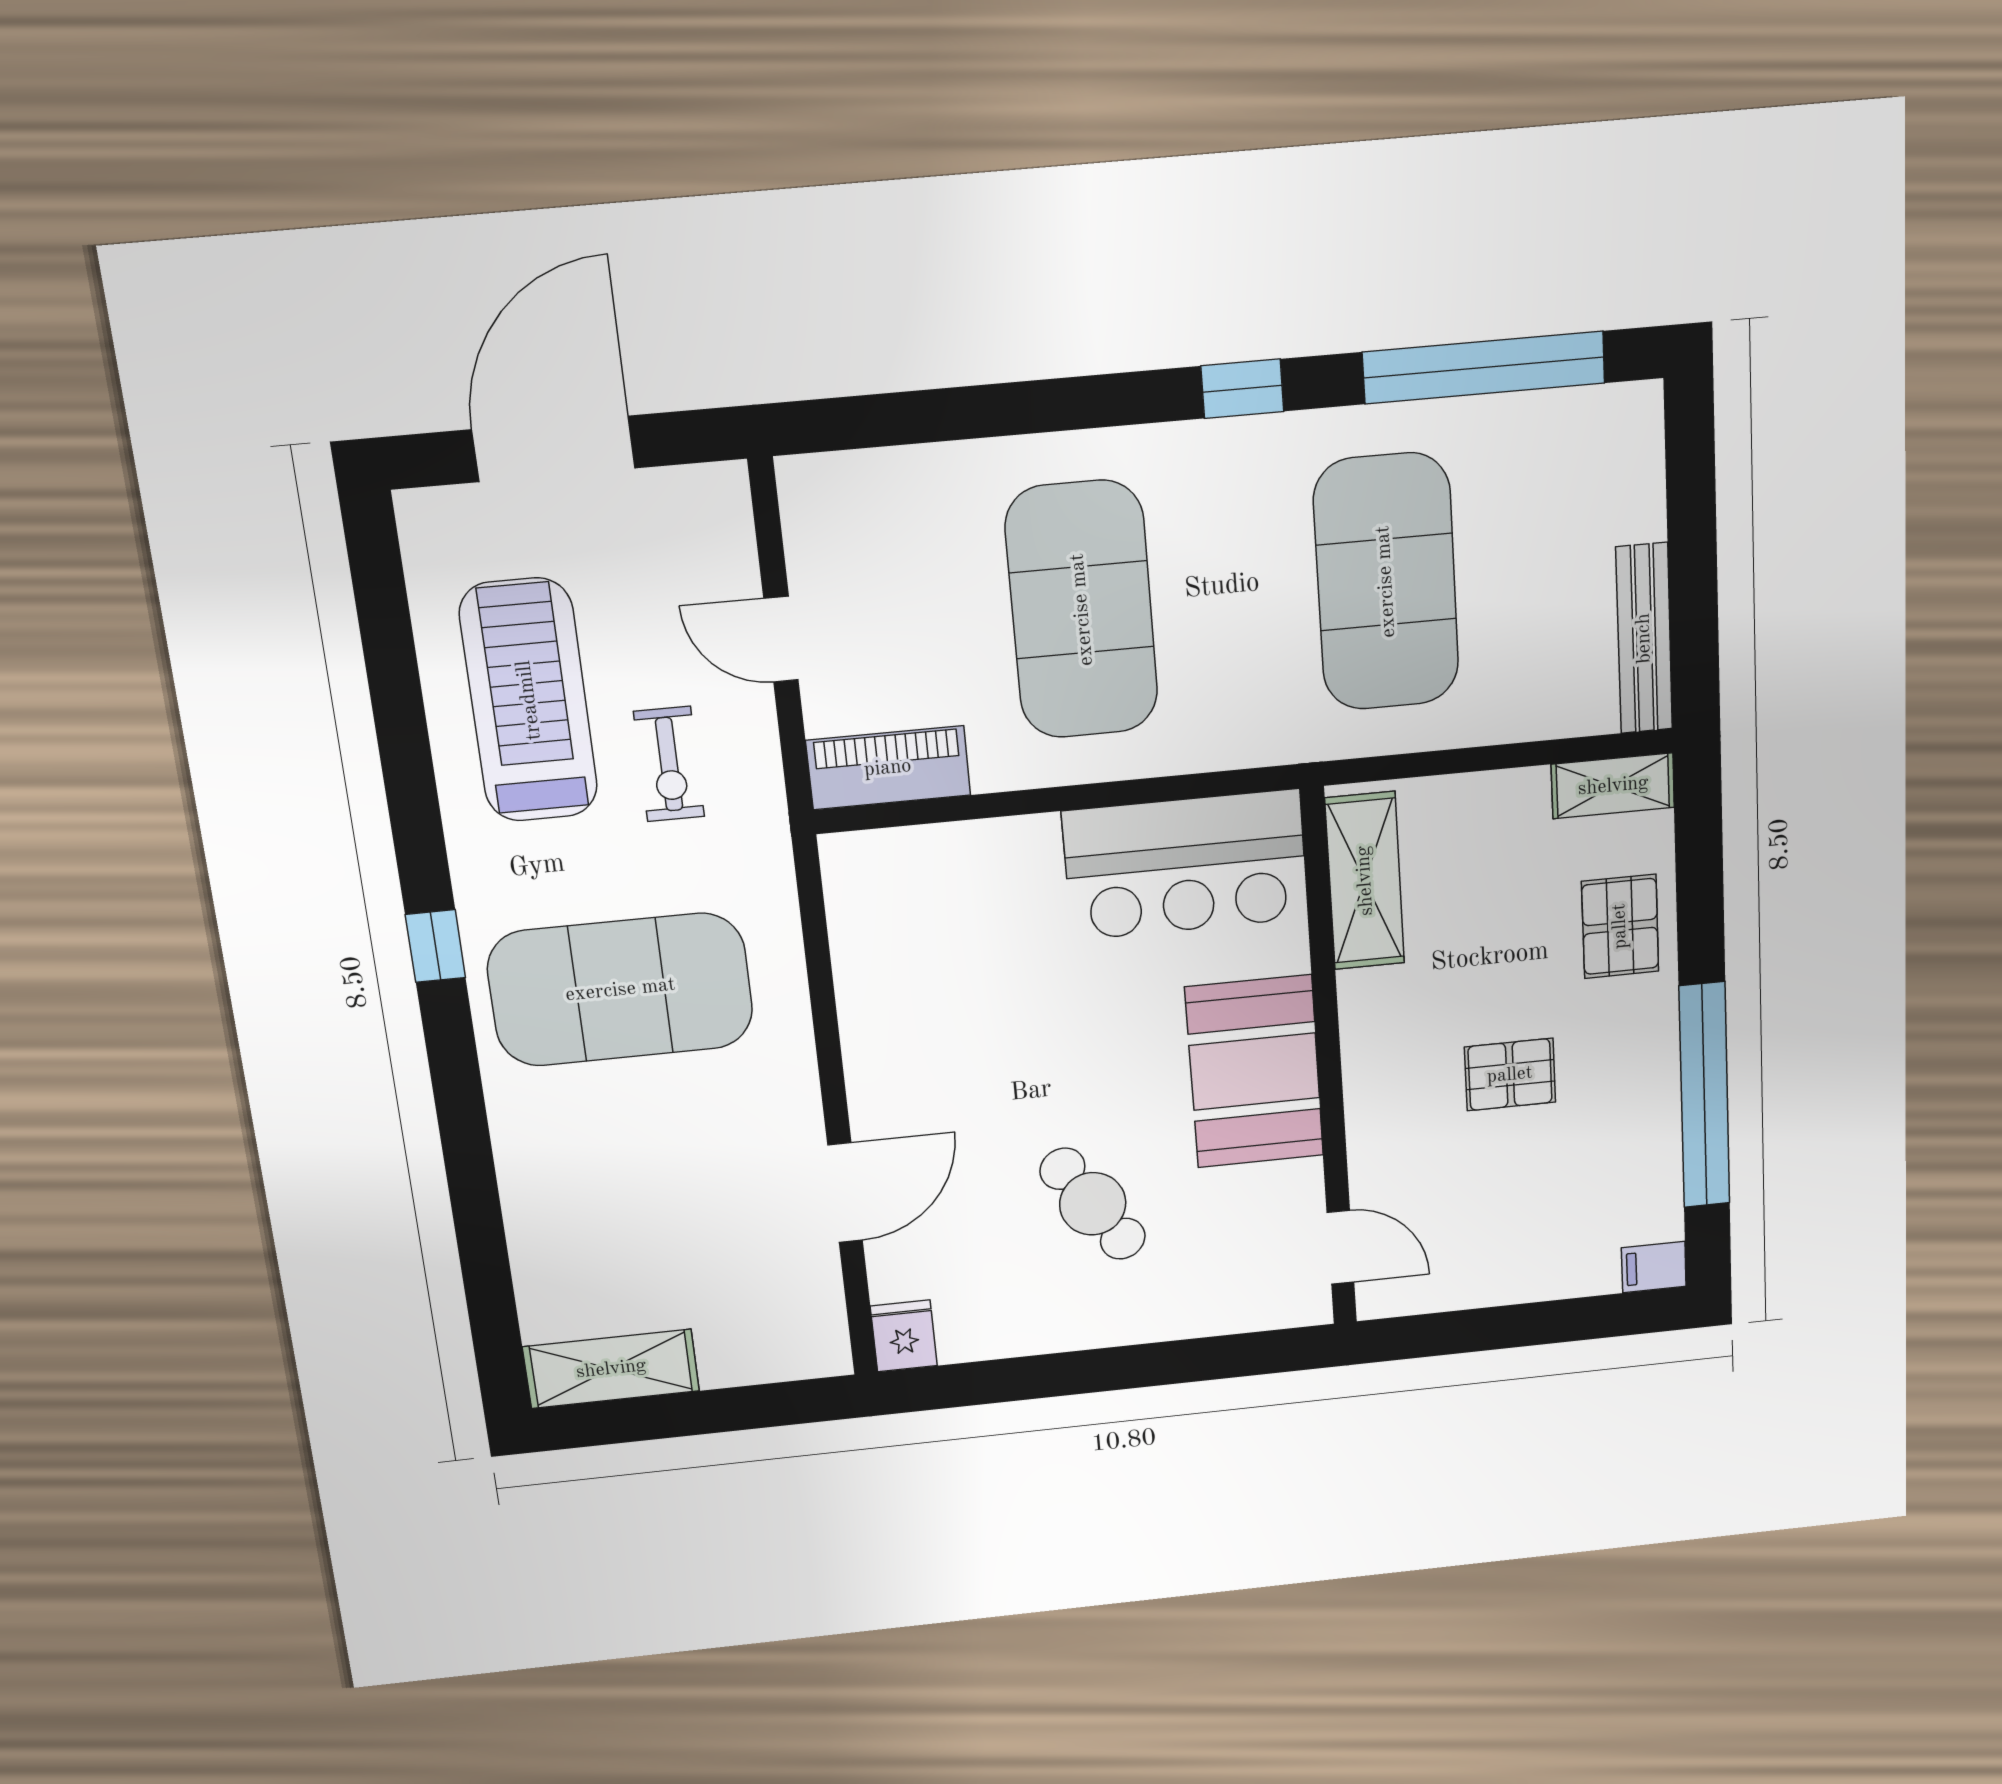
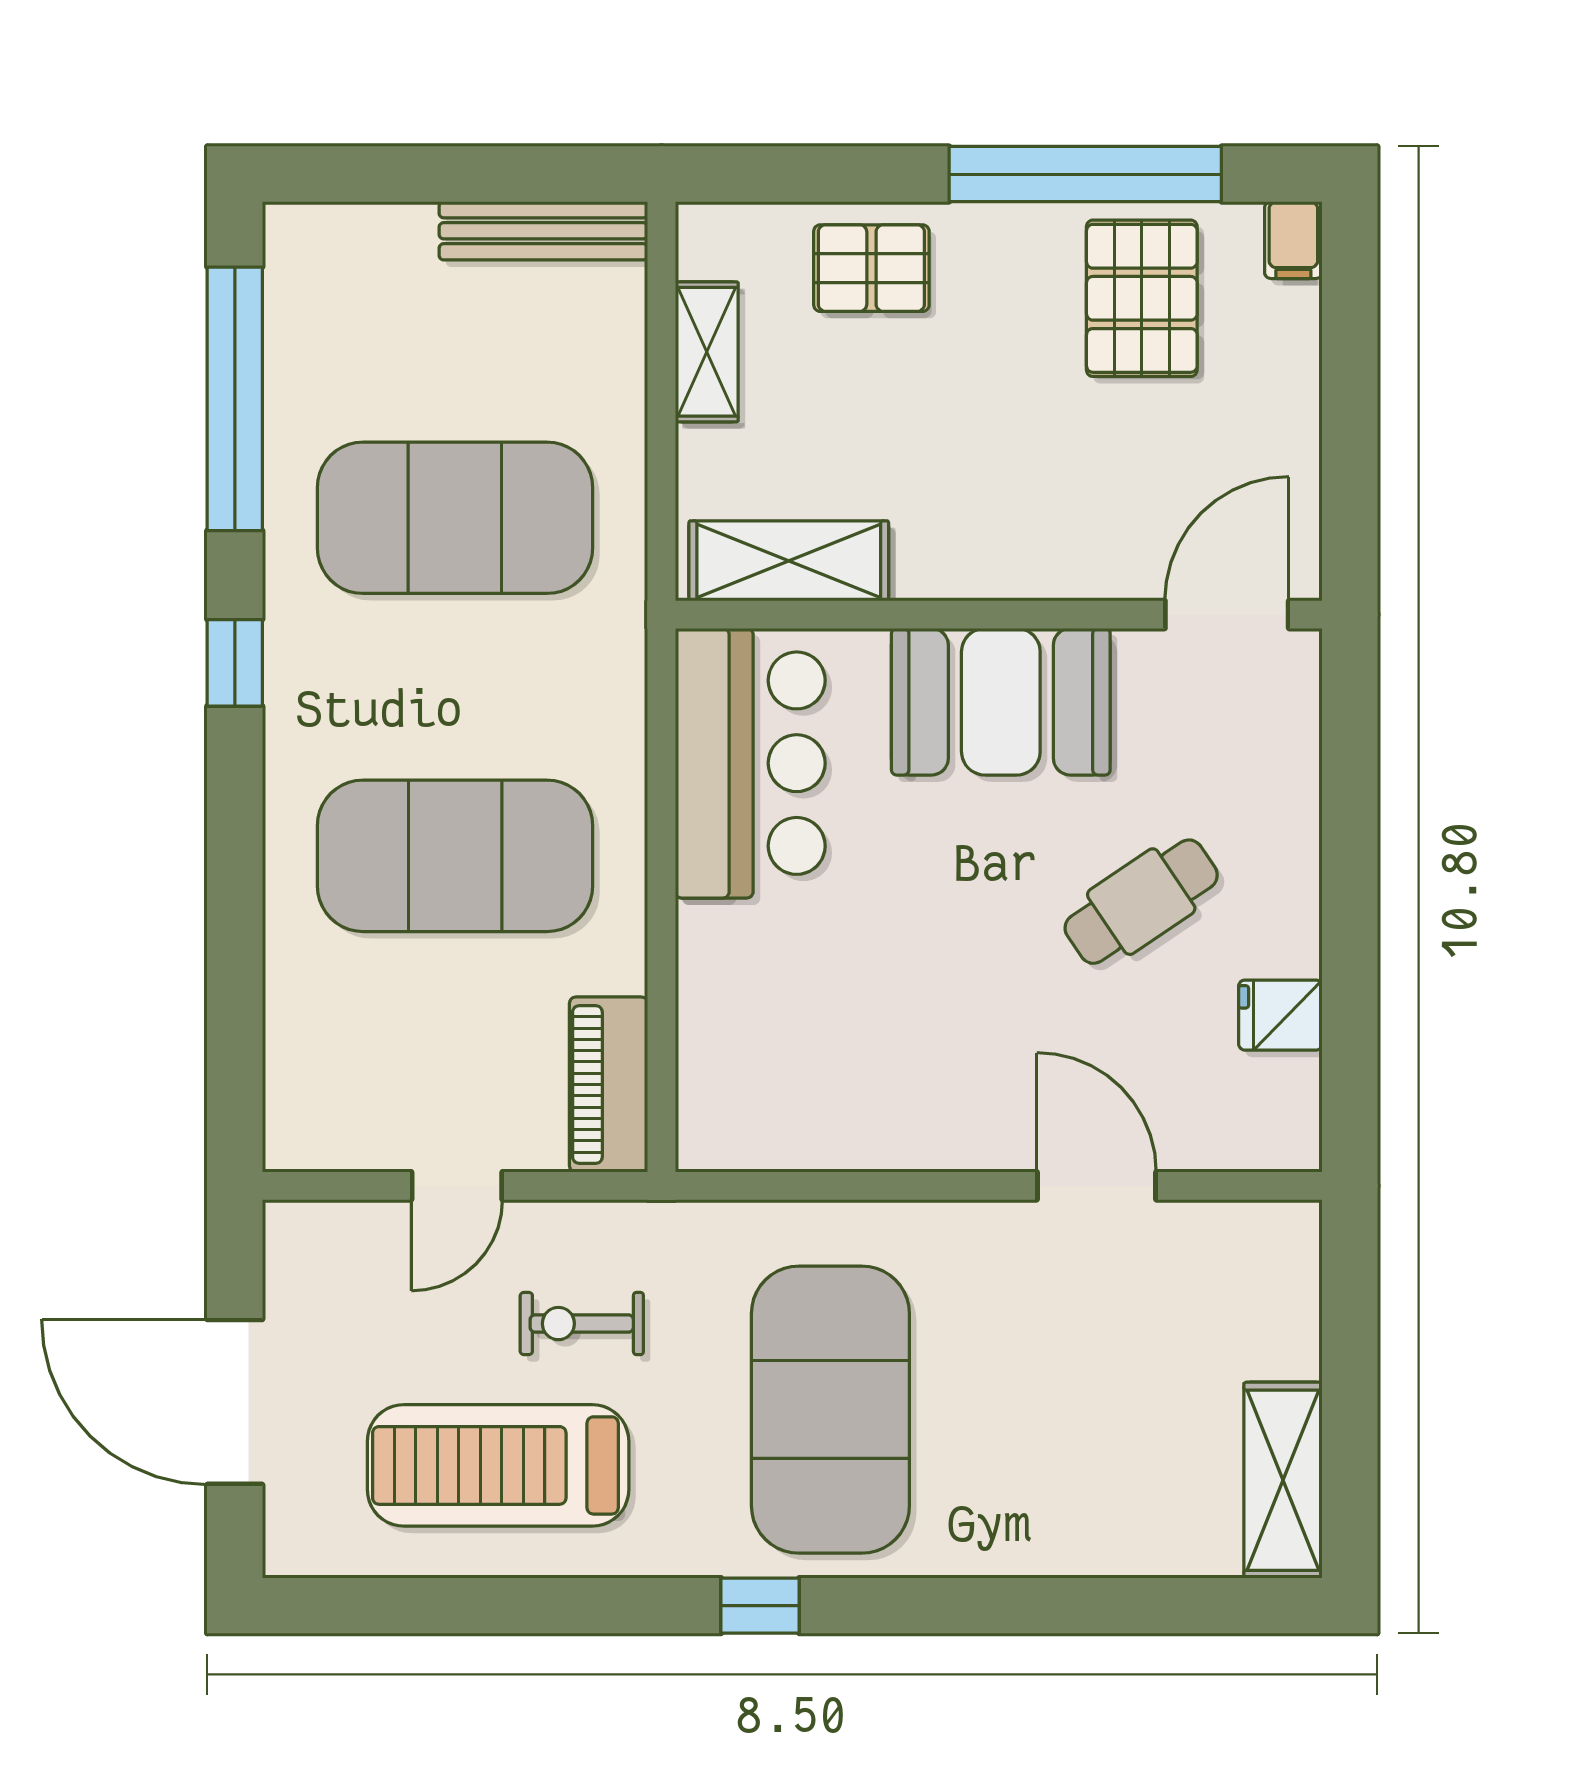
exercise bike: (669, 764) -> (582, 1324), turned 180
shelving: (1613, 786) -> (707, 352), moved
pallet: (1510, 1075) -> (1142, 298), moved, width x1.50, depth x1.42
door: (1341, 1247) -> (1227, 615), width x1.38
fridge: (904, 1336) -> (1280, 1015), moved

